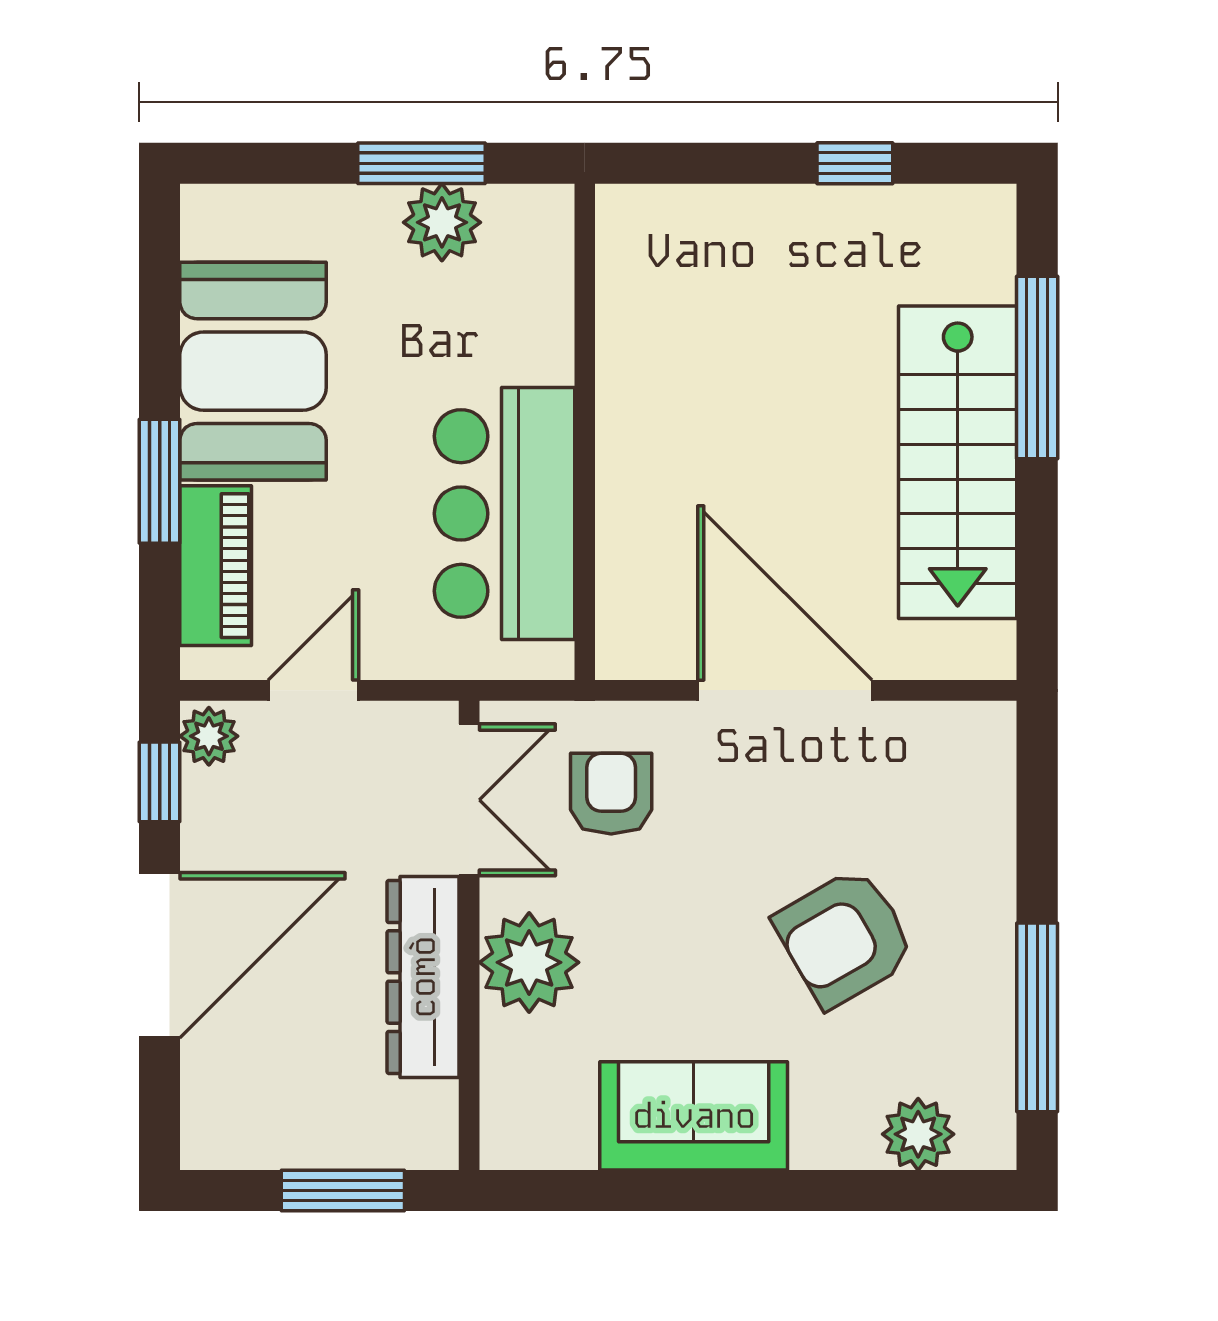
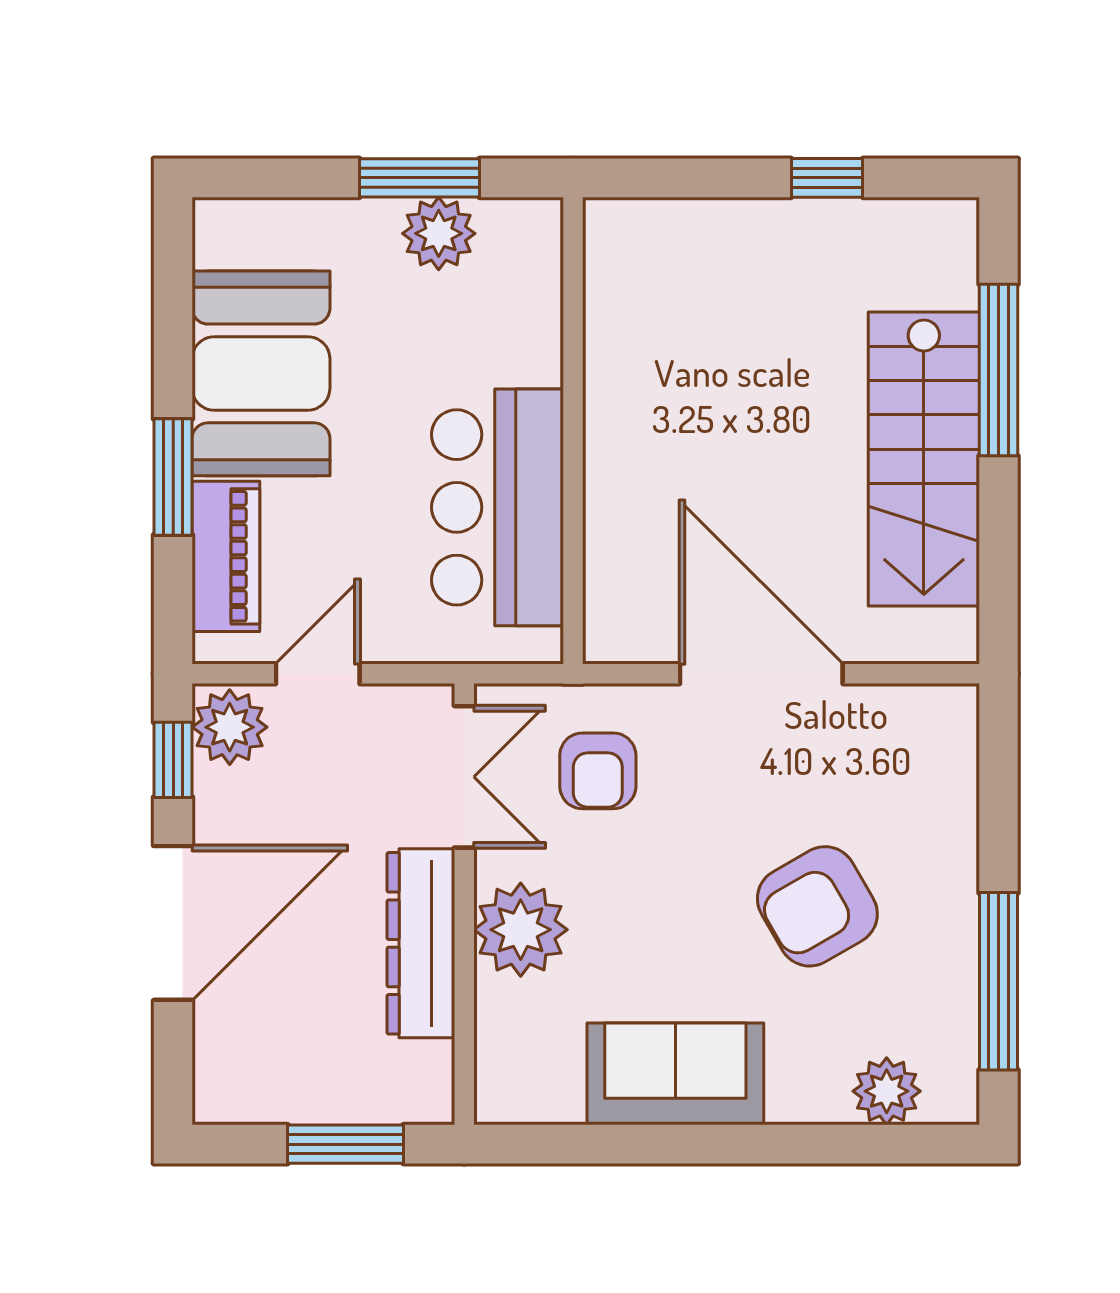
plant: (209, 736) -> (230, 727), width x1.38, depth x1.38
armchair: (611, 794) -> (598, 771), turned 180

